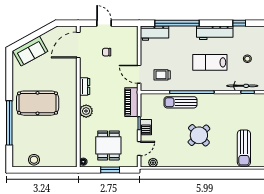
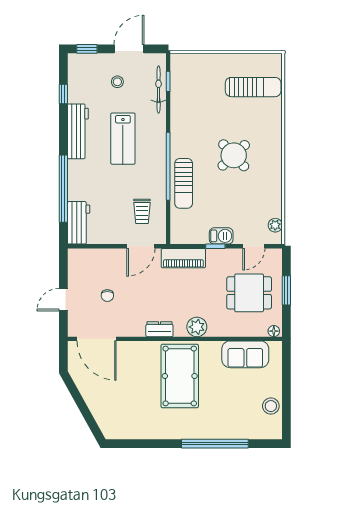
sofa: (30, 51) -> (245, 354), moved, turned 119
pool table: (38, 103) -> (180, 376), moved
door: (139, 149) -> (254, 246), swing flipped

